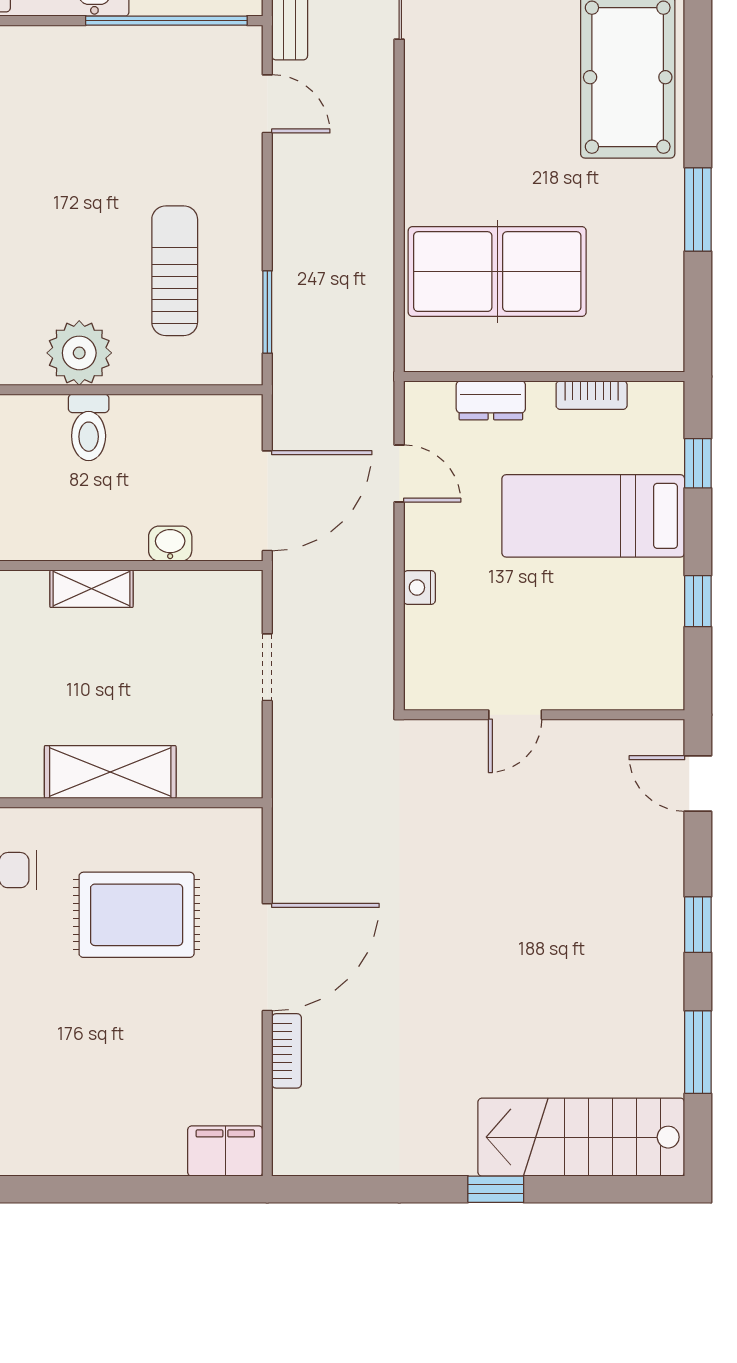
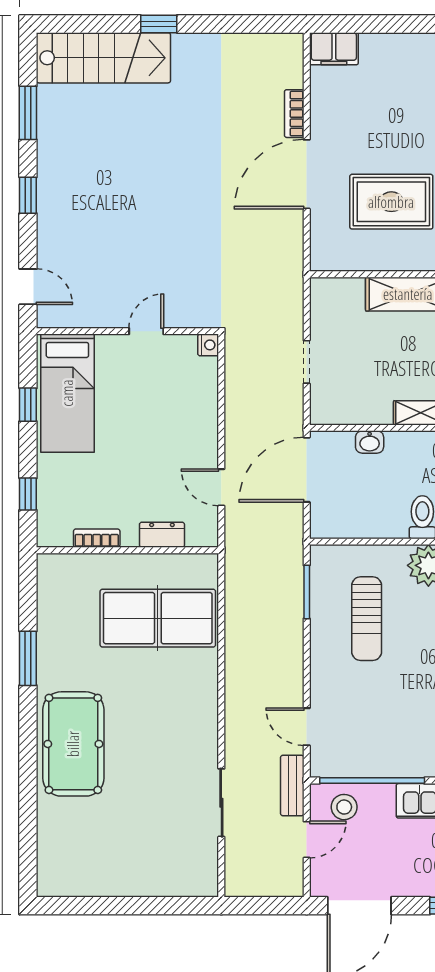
bed: (593, 516) -> (67, 393), moved, turned 90
nightstand: (419, 587) -> (208, 345), moved

